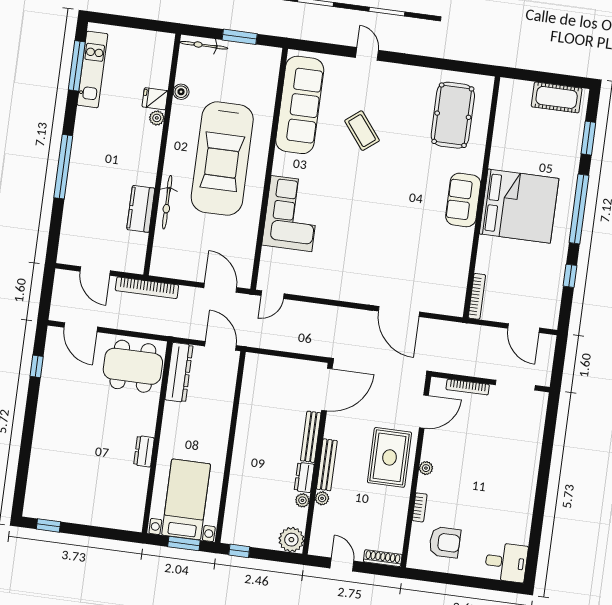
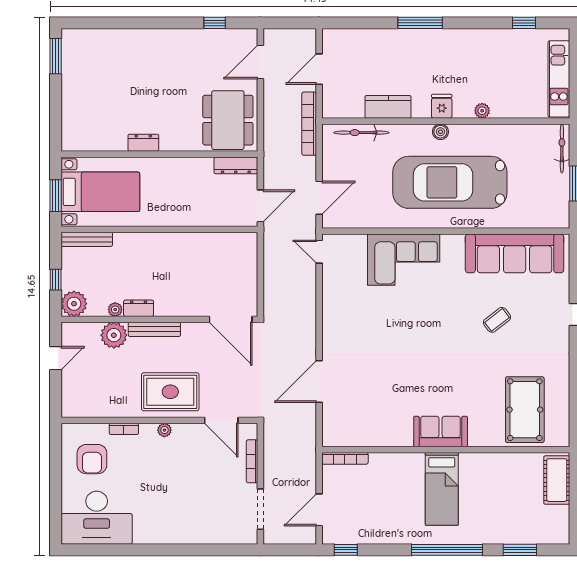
window: (77, 66) -> (524, 23), width x0.46
kitchen unit: (92, 69) -> (559, 79), moved, turned 90
boiler: (181, 92) -> (440, 132), moved
cot: (557, 97) -> (557, 480), moved
fridge: (155, 99) -> (442, 106), moved
pool table: (453, 115) -> (525, 410), turned 90
coffee table: (362, 131) -> (497, 320), width x0.73, depth x0.77
window: (63, 167) -> (420, 23), width x0.68
bicycle: (167, 202) -> (361, 133), moved
bed: (519, 206) -> (442, 489), width x0.49
window: (570, 276) -> (346, 550), moved
dresser: (179, 372) -> (236, 165), width x0.73, depth x0.80
bench: (311, 437) -> (87, 239), moved
plant: (322, 498) -> (114, 335), width x1.87, depth x1.87
window: (48, 525) -> (56, 56), width x1.50
window: (239, 551) -> (56, 280), moved
shoe rack: (383, 558) -> (68, 398), removed
desk: (506, 562) -> (97, 518), width x1.87, depth x1.30

